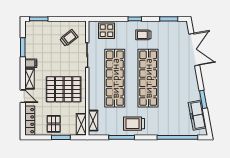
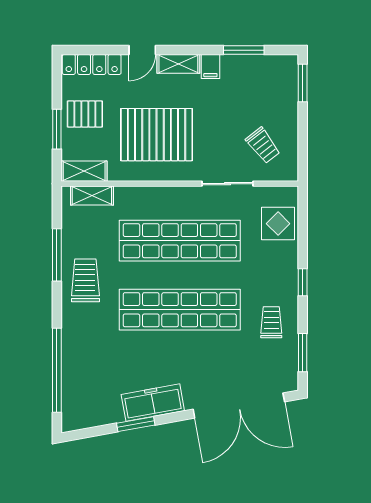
trolley: (143, 35) -> (271, 322), moved
double door: (194, 50) -> (239, 405), width x1.36
pallet: (64, 89) -> (157, 135), turned 90
freezer: (197, 115) -> (153, 403), moved

